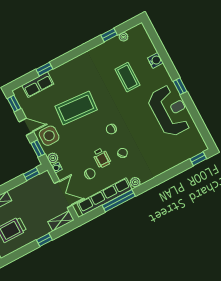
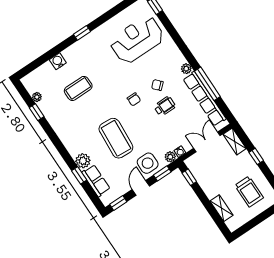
plant: (58, 74) -> (83, 161), added
reception desk: (170, 111) -> (137, 40), moved
chair: (90, 174) -> (183, 117), removed

